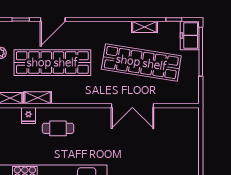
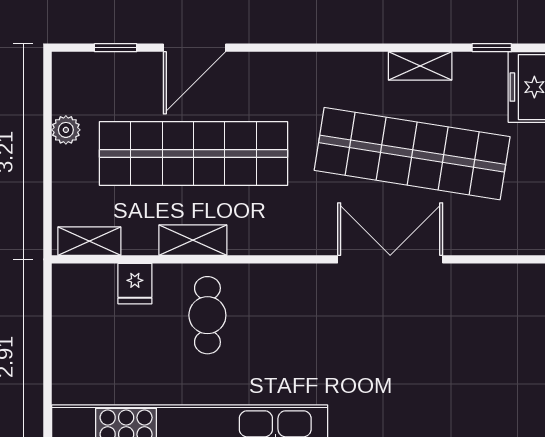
shelving: (38, 98) -> (193, 240), moved
double door: (132, 106) -> (390, 259), swing flipped
cafe table: (58, 128) -> (207, 315), turned 90

